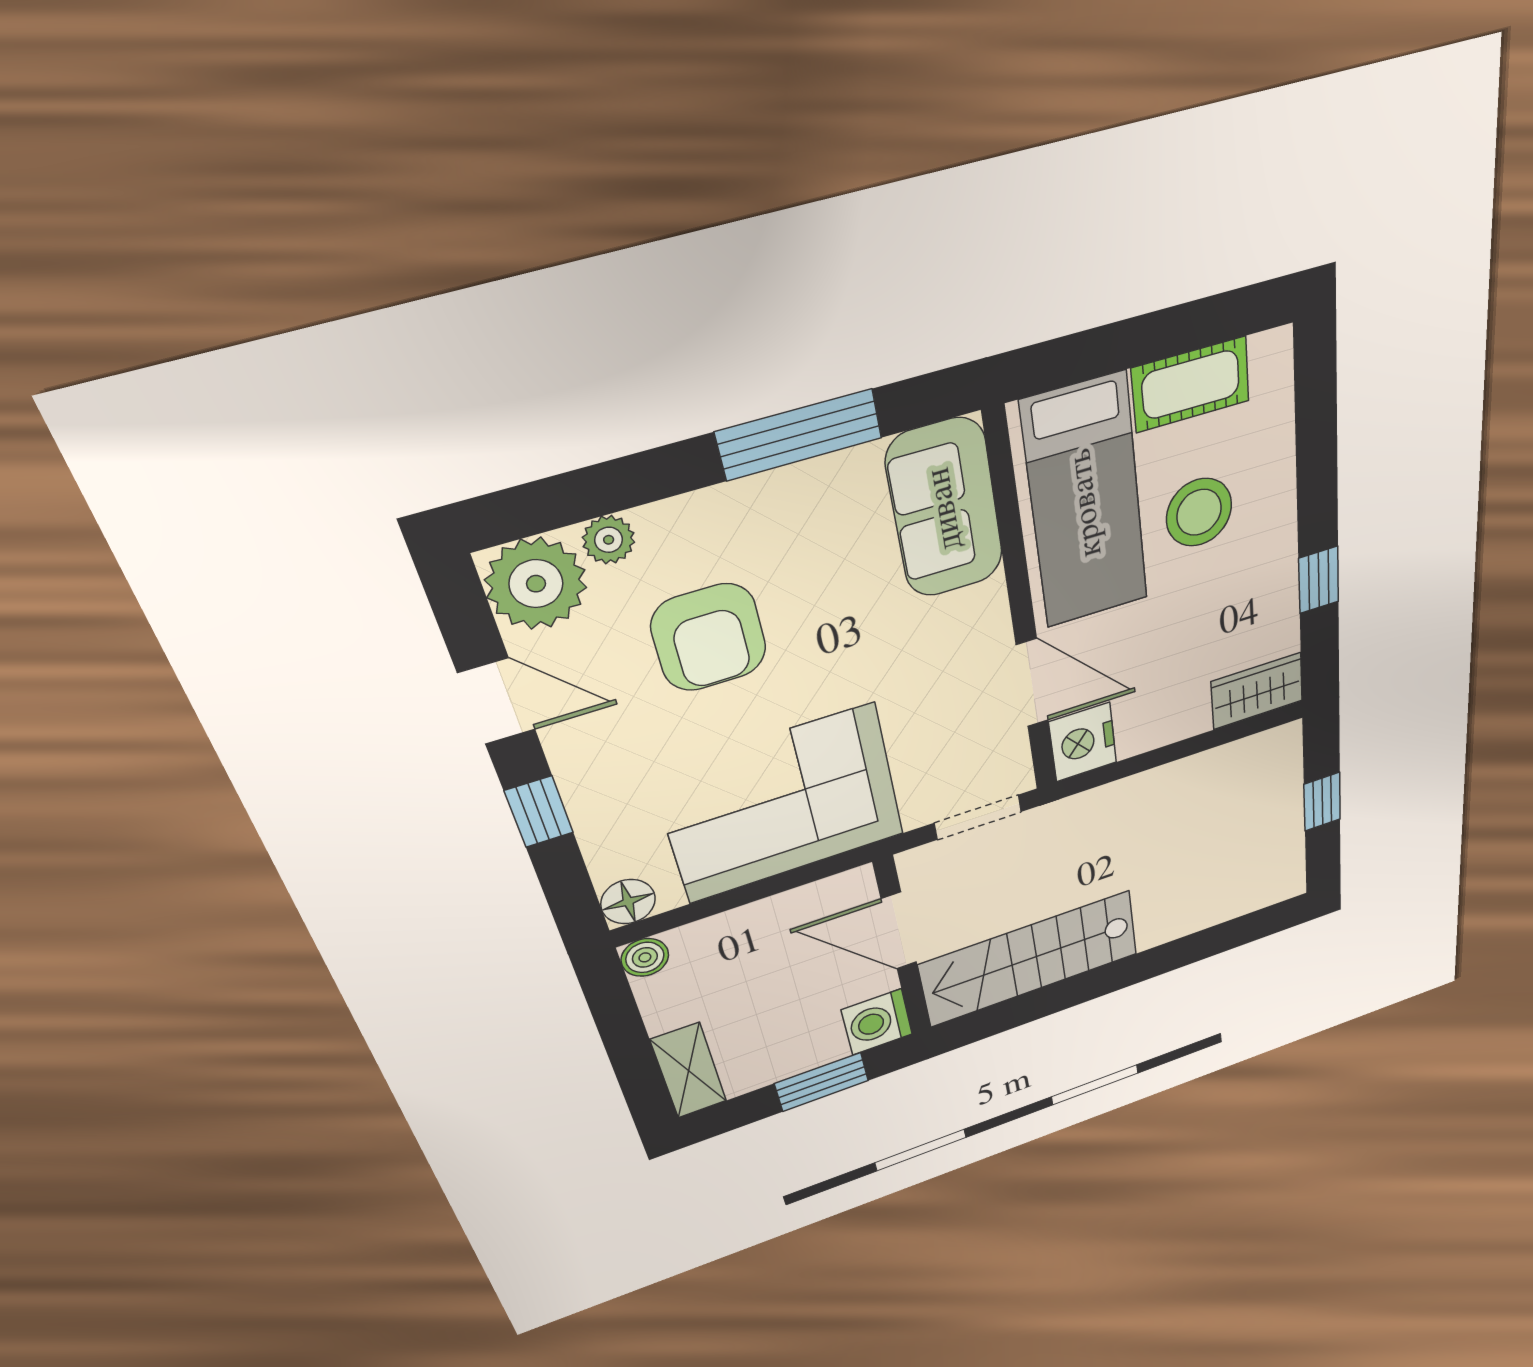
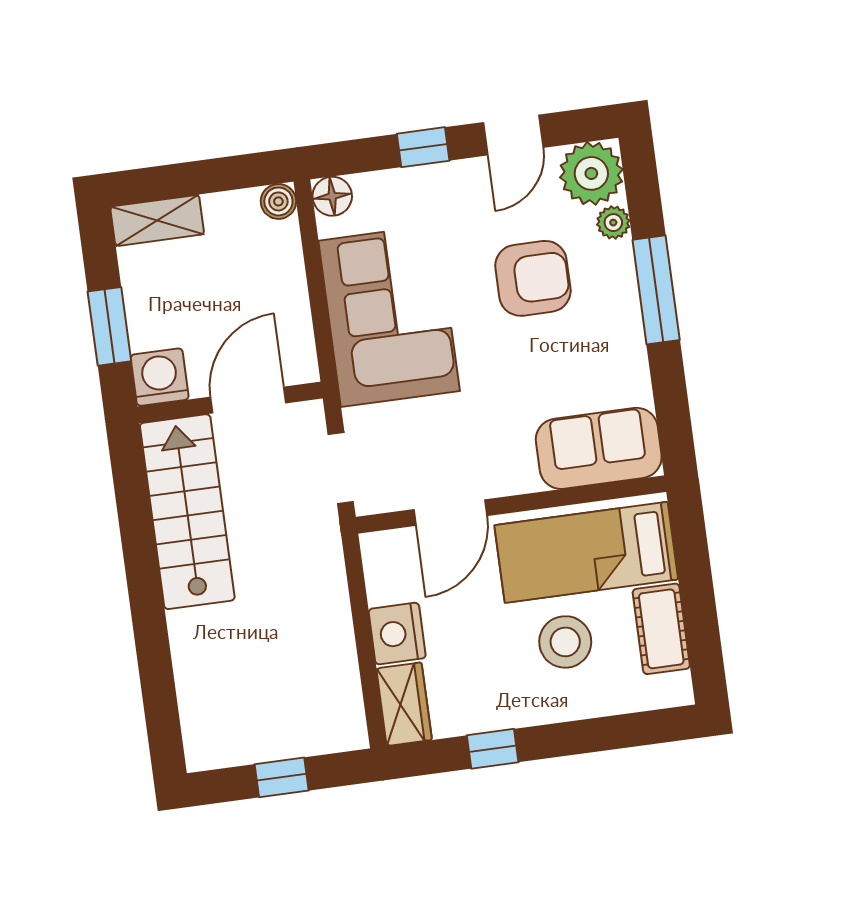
window: (799, 435) -> (656, 290), moved
armchair: (709, 638) -> (533, 278), turned 180
nightstand: (1083, 742) -> (397, 634), moved, turned -90

